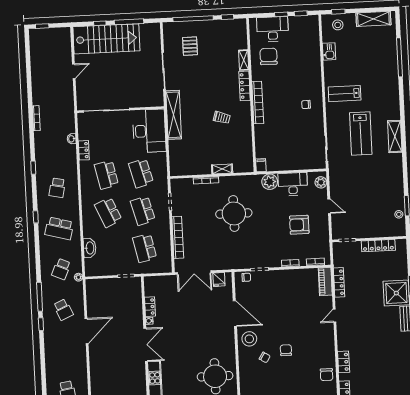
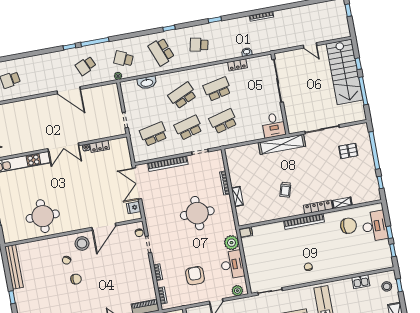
desk: (149, 131) -> (274, 125), width x0.53, depth x0.77
school desk: (59, 228) -> (161, 52), turned -36

